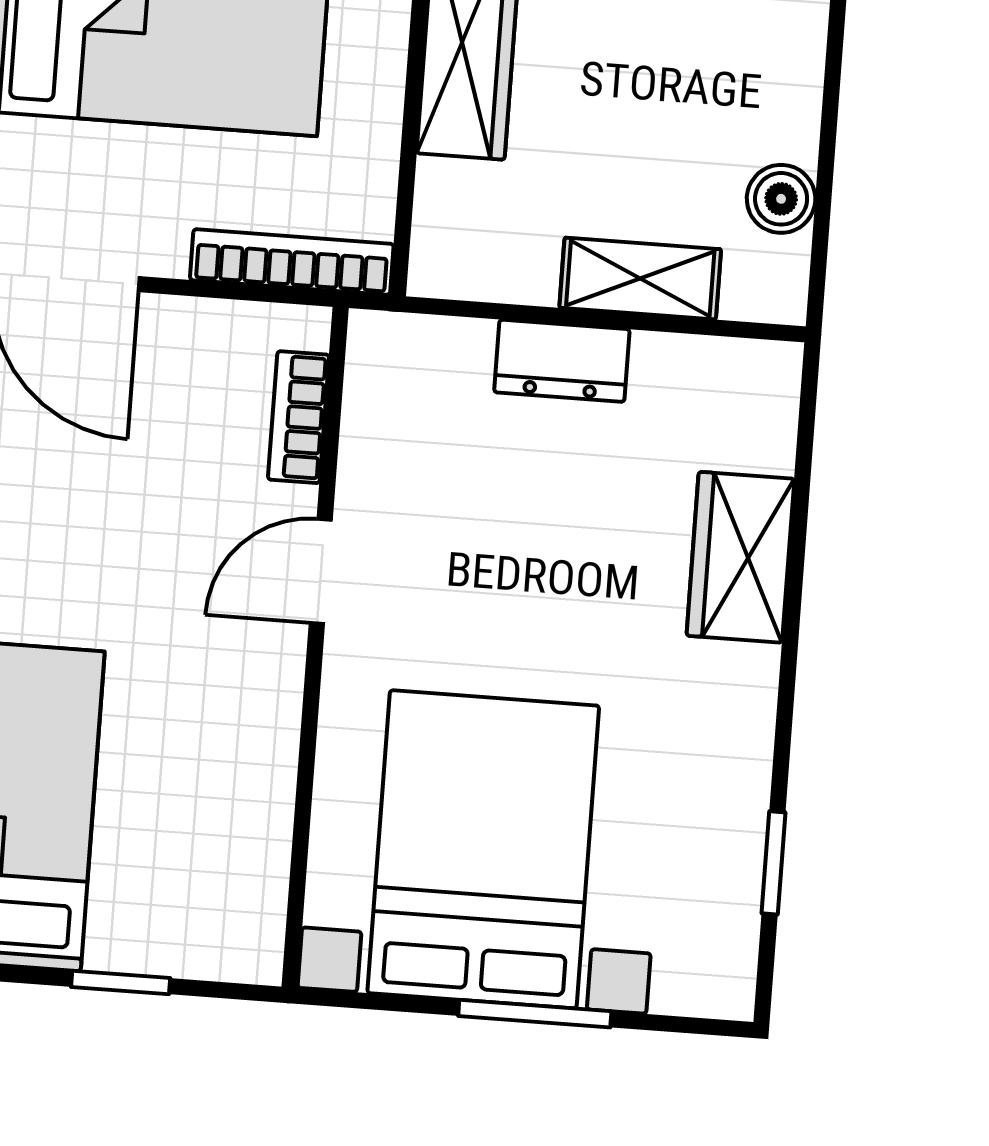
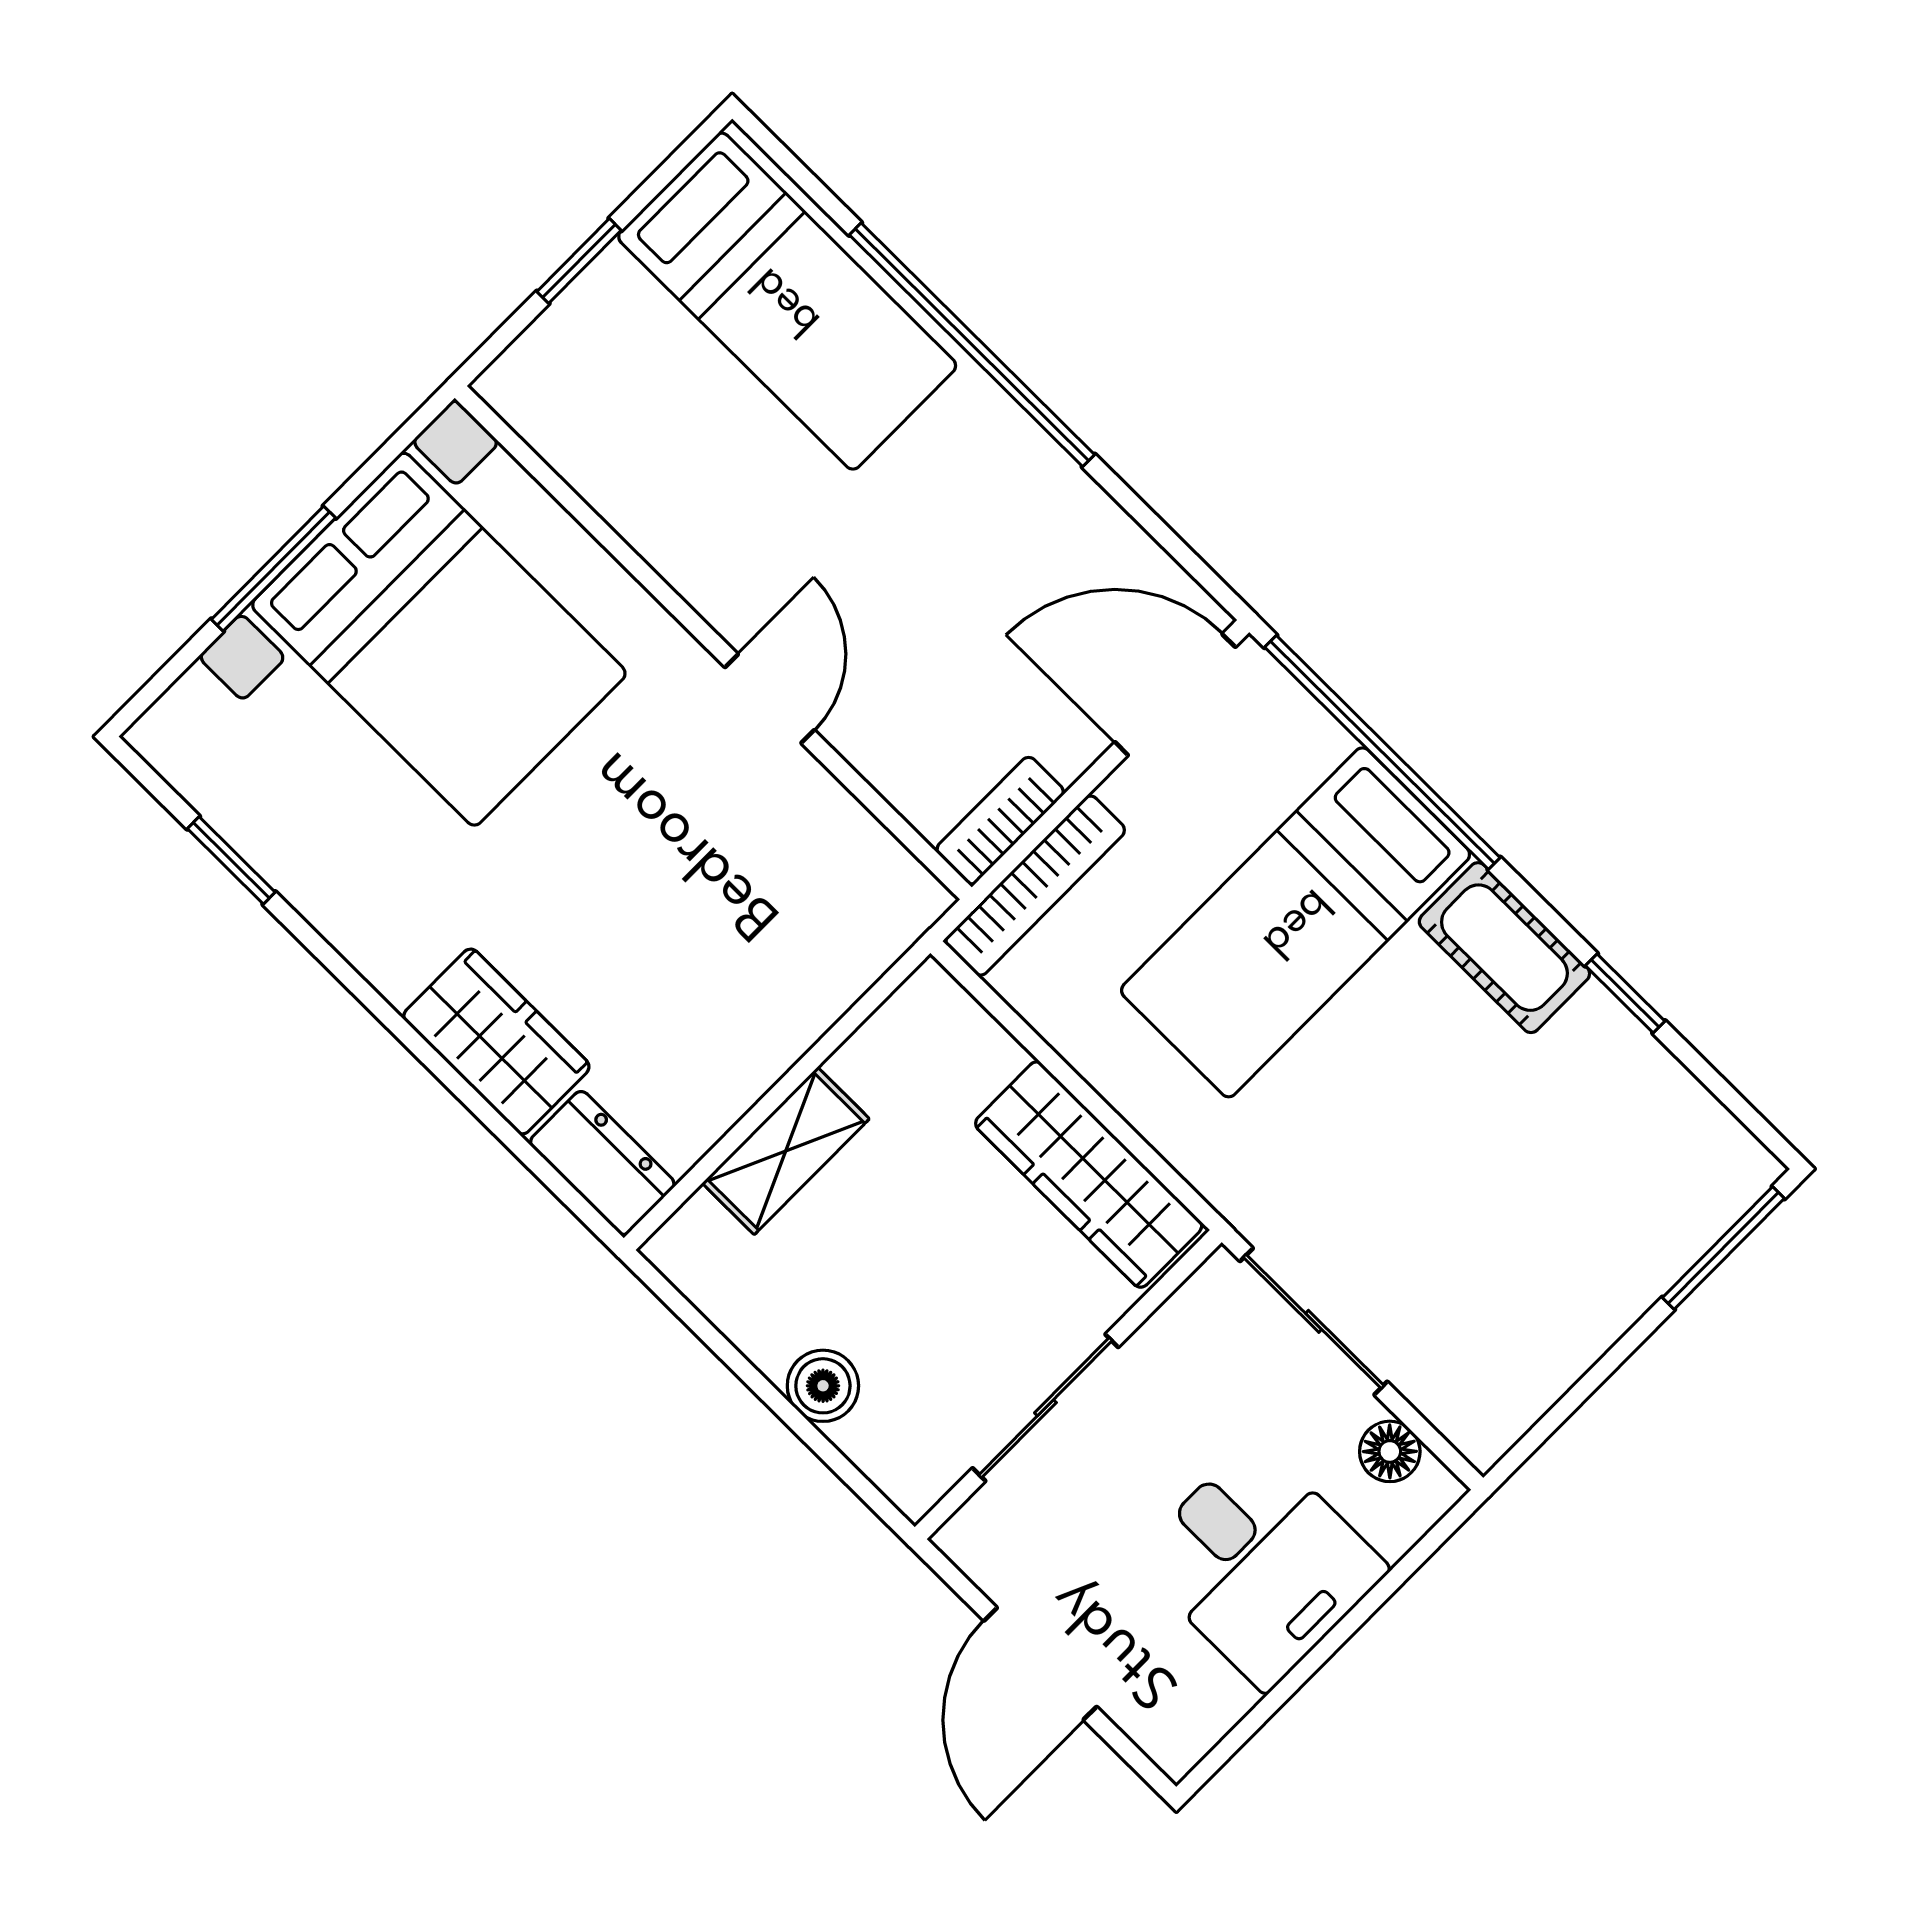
boiler: (781, 199) -> (823, 1386), moved
dresser: (562, 361) -> (602, 1163), moved, turned 90
bookcase: (298, 417) -> (1000, 821), moved, turned -90

